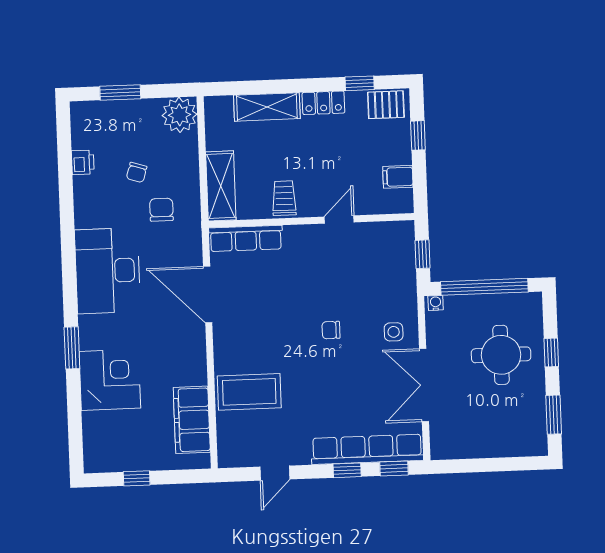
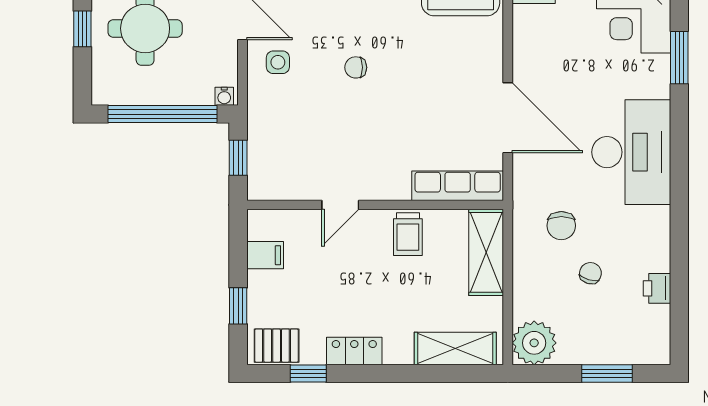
shelving: (267, 107) -> (455, 349), moved
chair: (331, 330) -> (356, 67), turned 180

